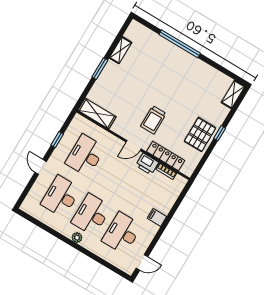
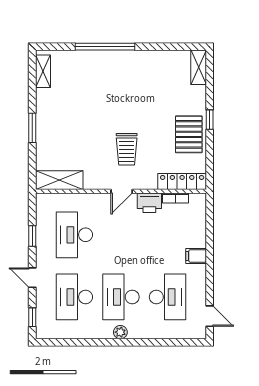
shelving: (120, 50) -> (43, 71), moved
locker: (166, 156) -> (182, 181), moved
window: (25, 193) -> (32, 317), added
desk: (122, 233) -> (168, 297), turned 180
door: (142, 262) -> (210, 316), hinge flipped

